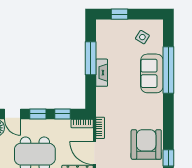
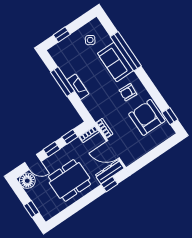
armchair: (145, 109) -> (128, 92), added

